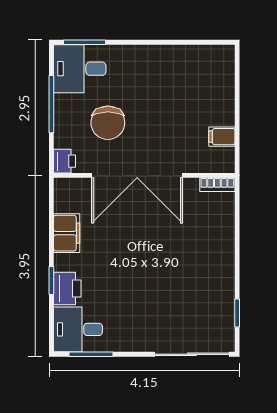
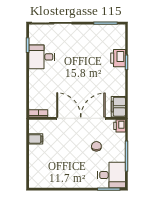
chair: (108, 123) -> (96, 146), width x0.54, depth x0.54
filing cabinet: (67, 233) -> (118, 107), moved
desk: (78, 329) -> (42, 57), moved, turned 180

